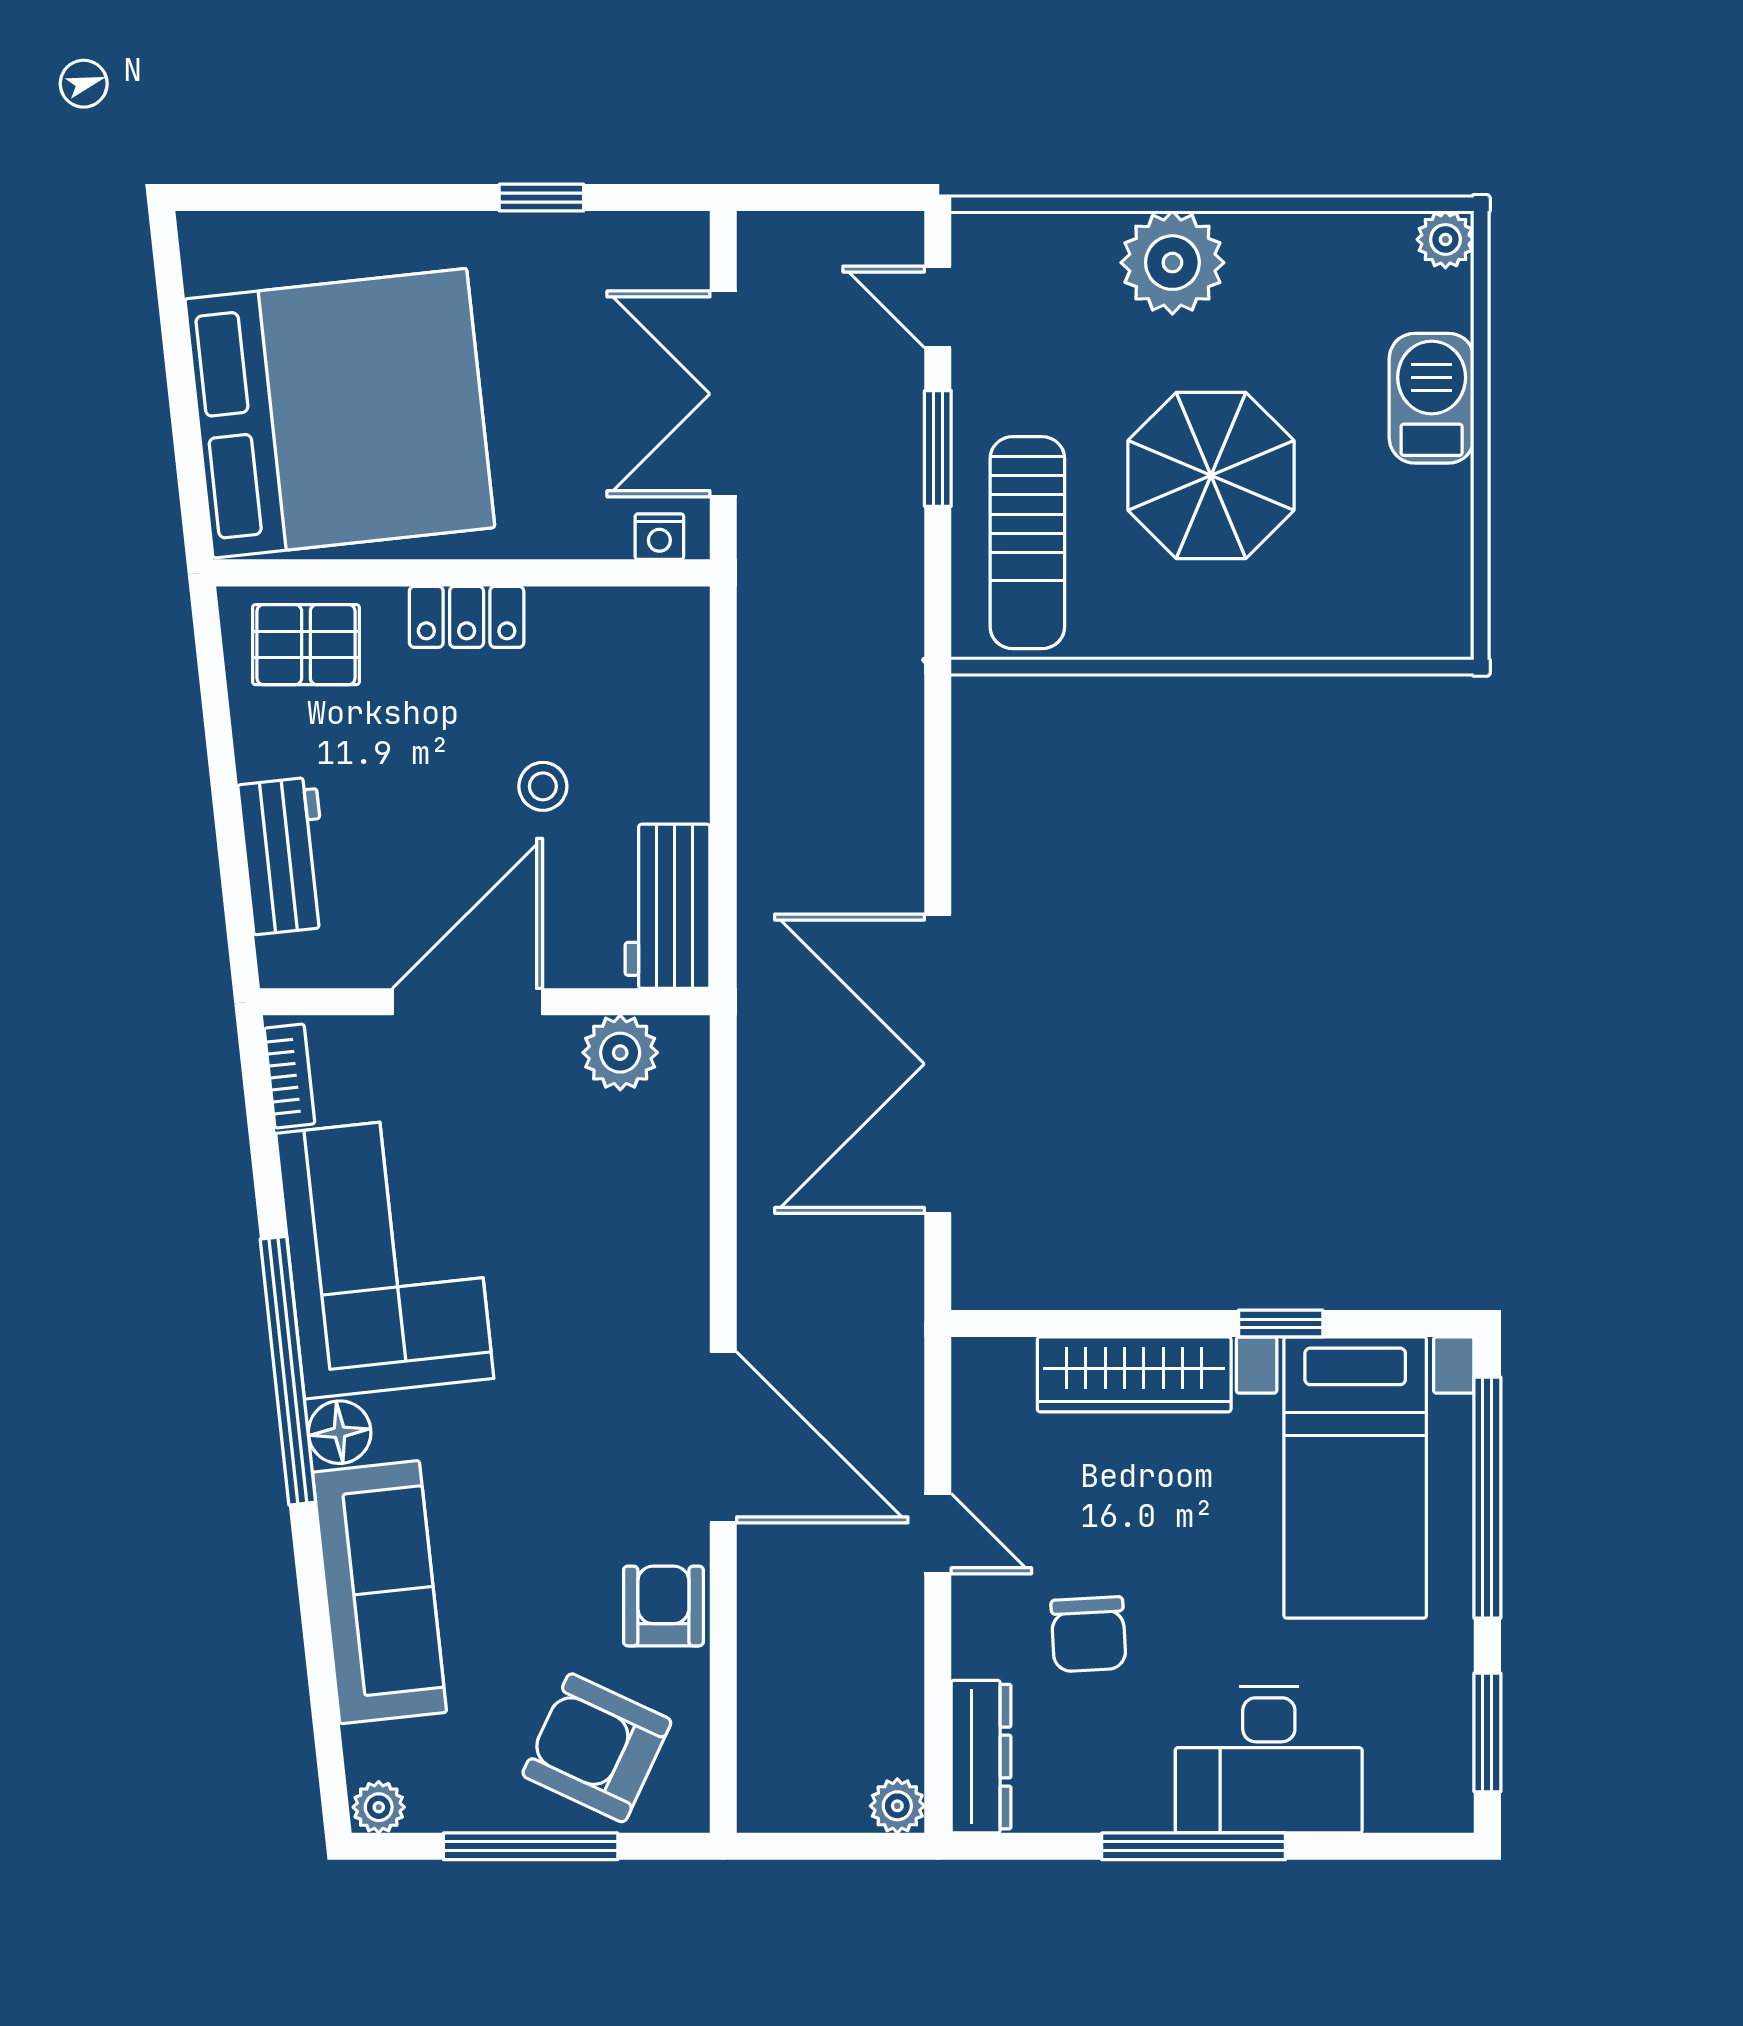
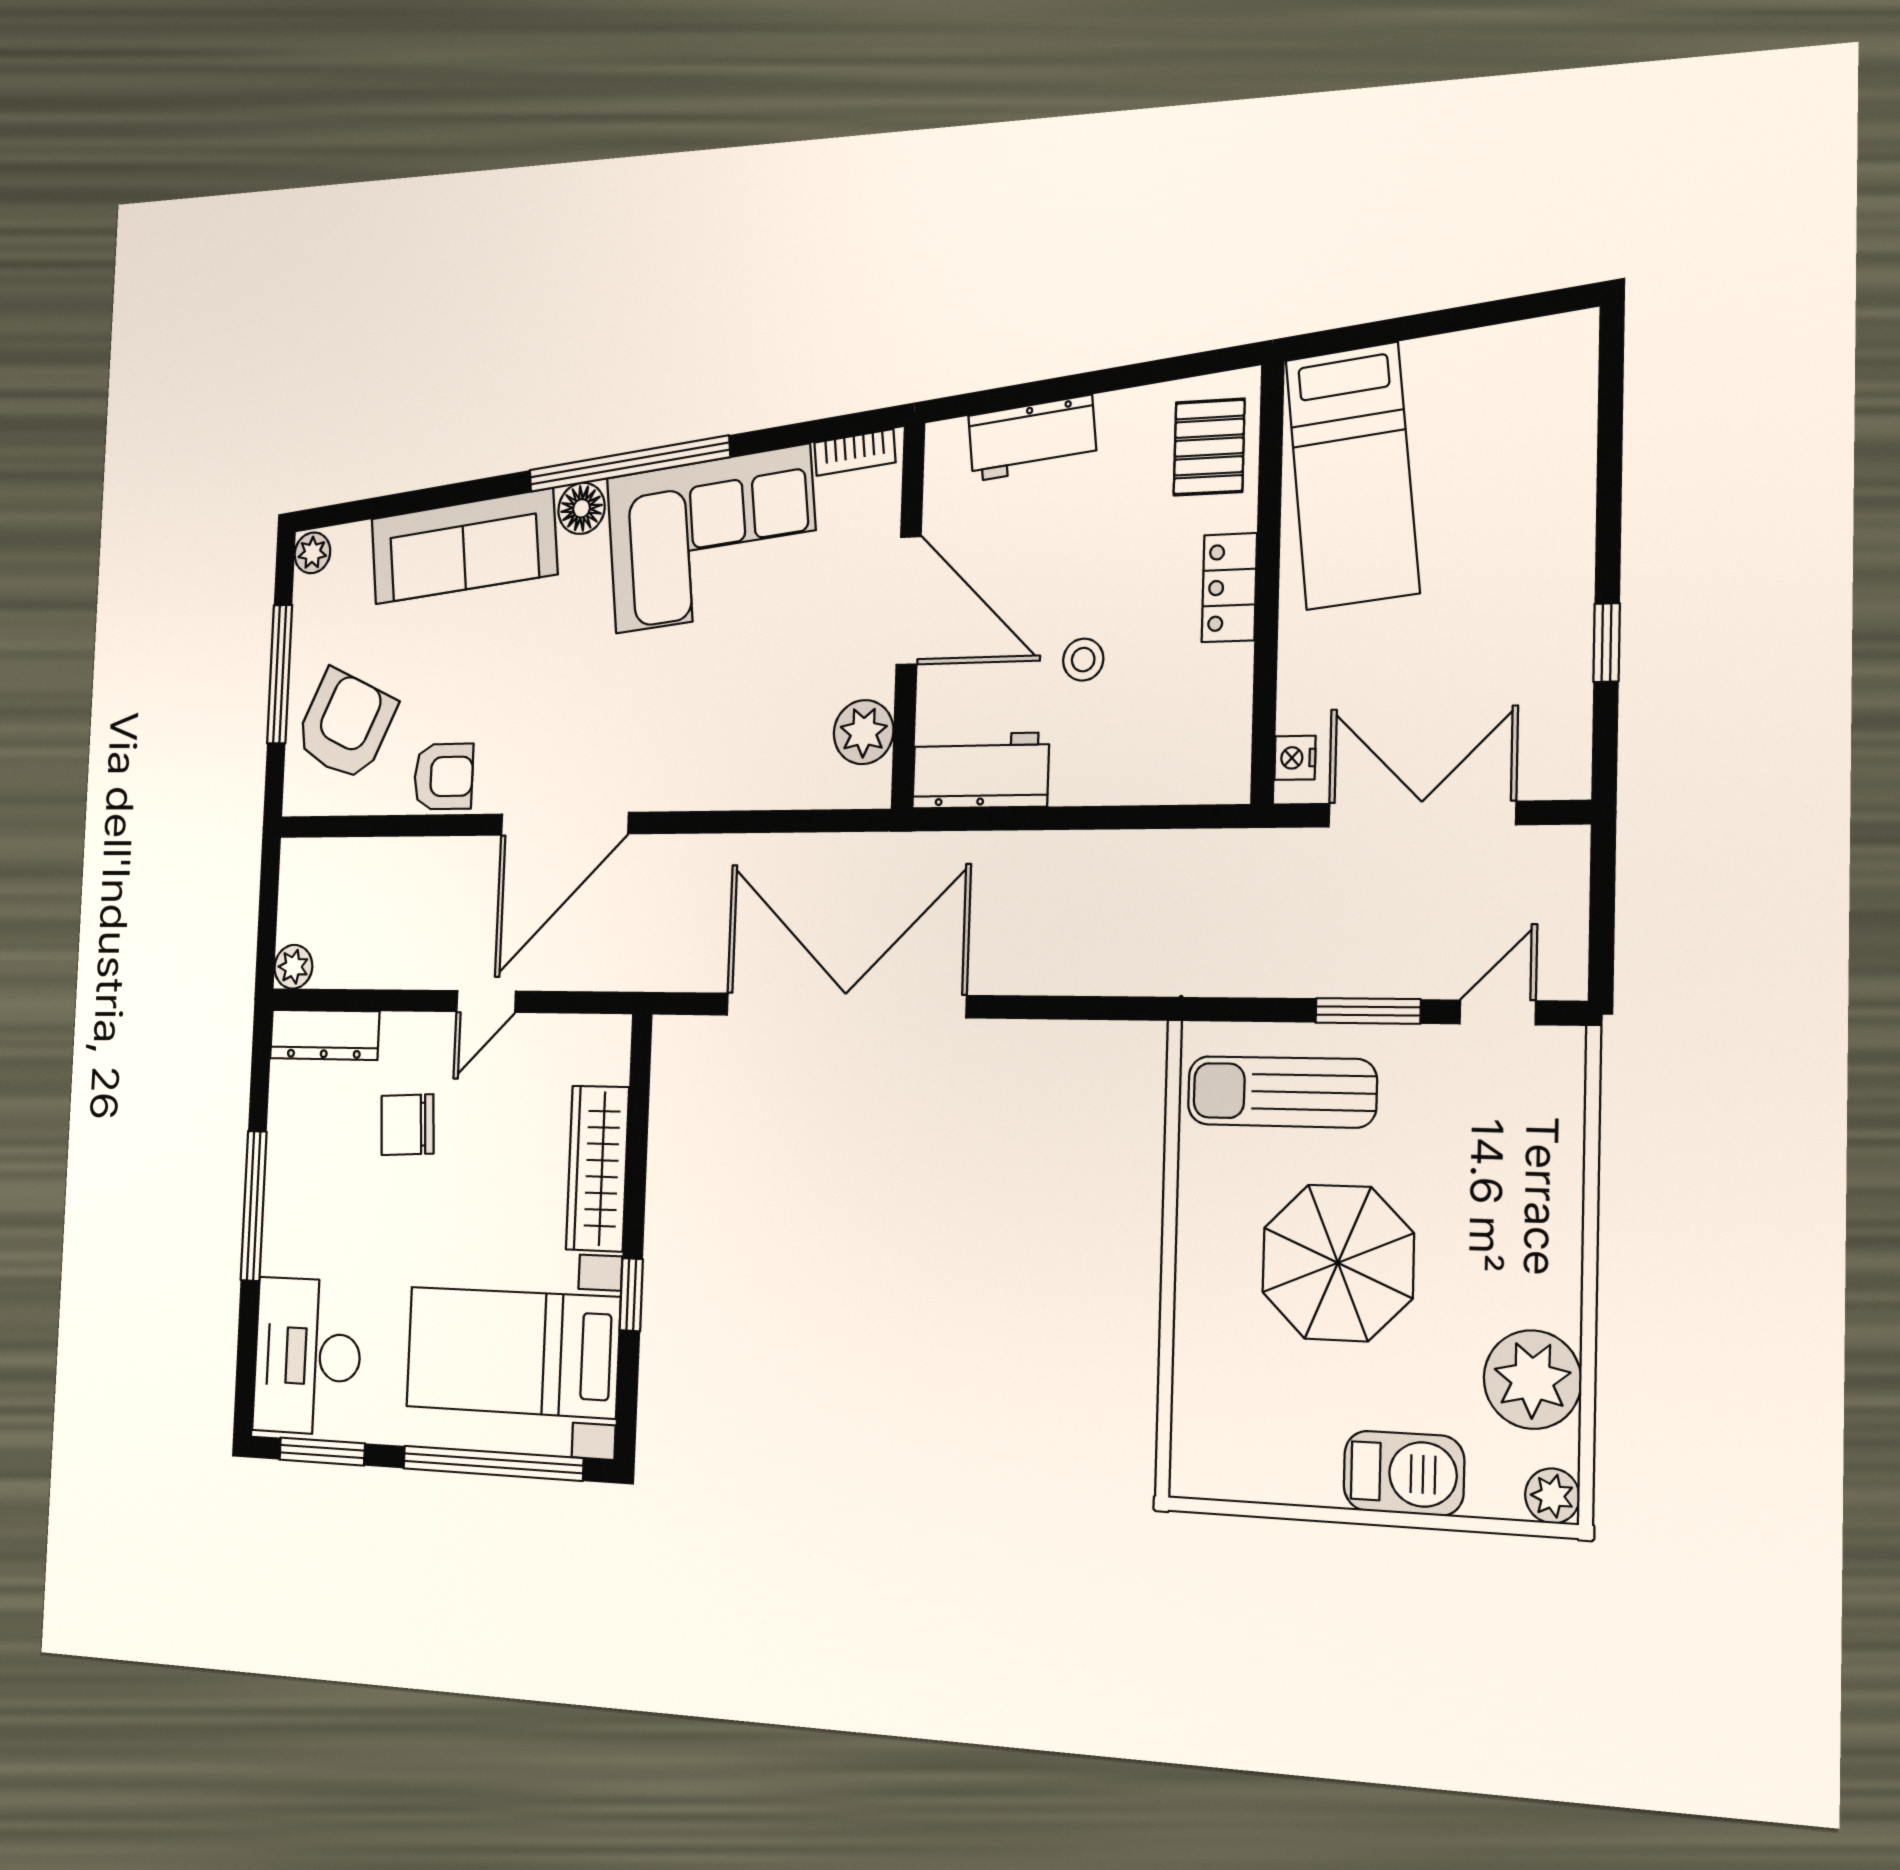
plant: (1172, 263) -> (1532, 1380), moved
bed: (340, 413) -> (1352, 476), width x0.49
desk: (1269, 1759) -> (307, 1356), moved

